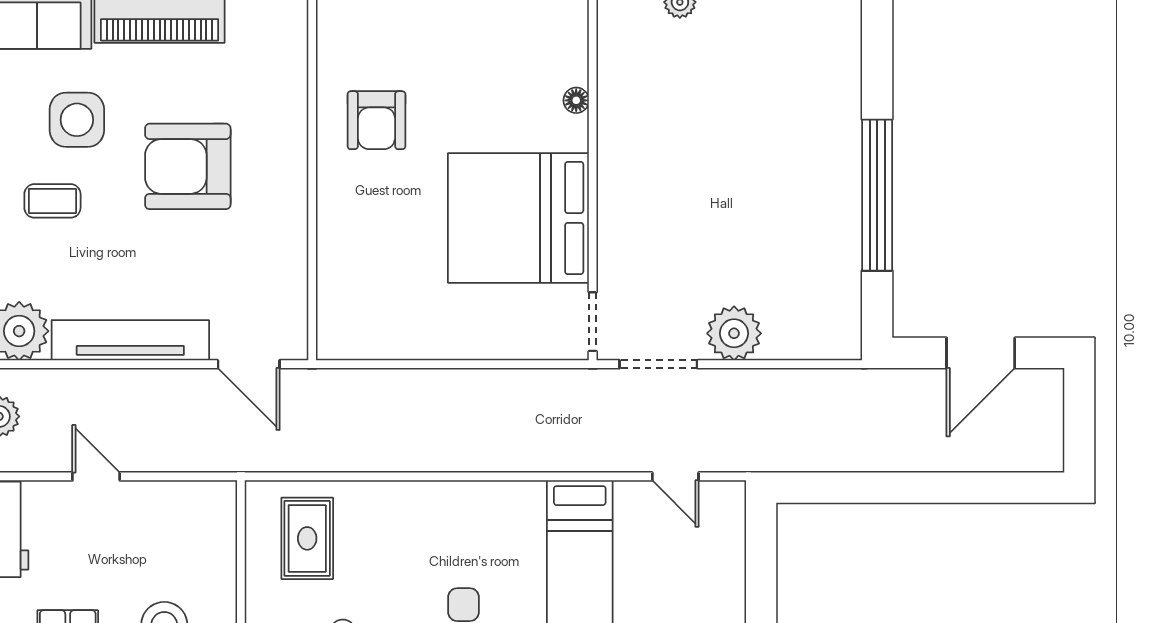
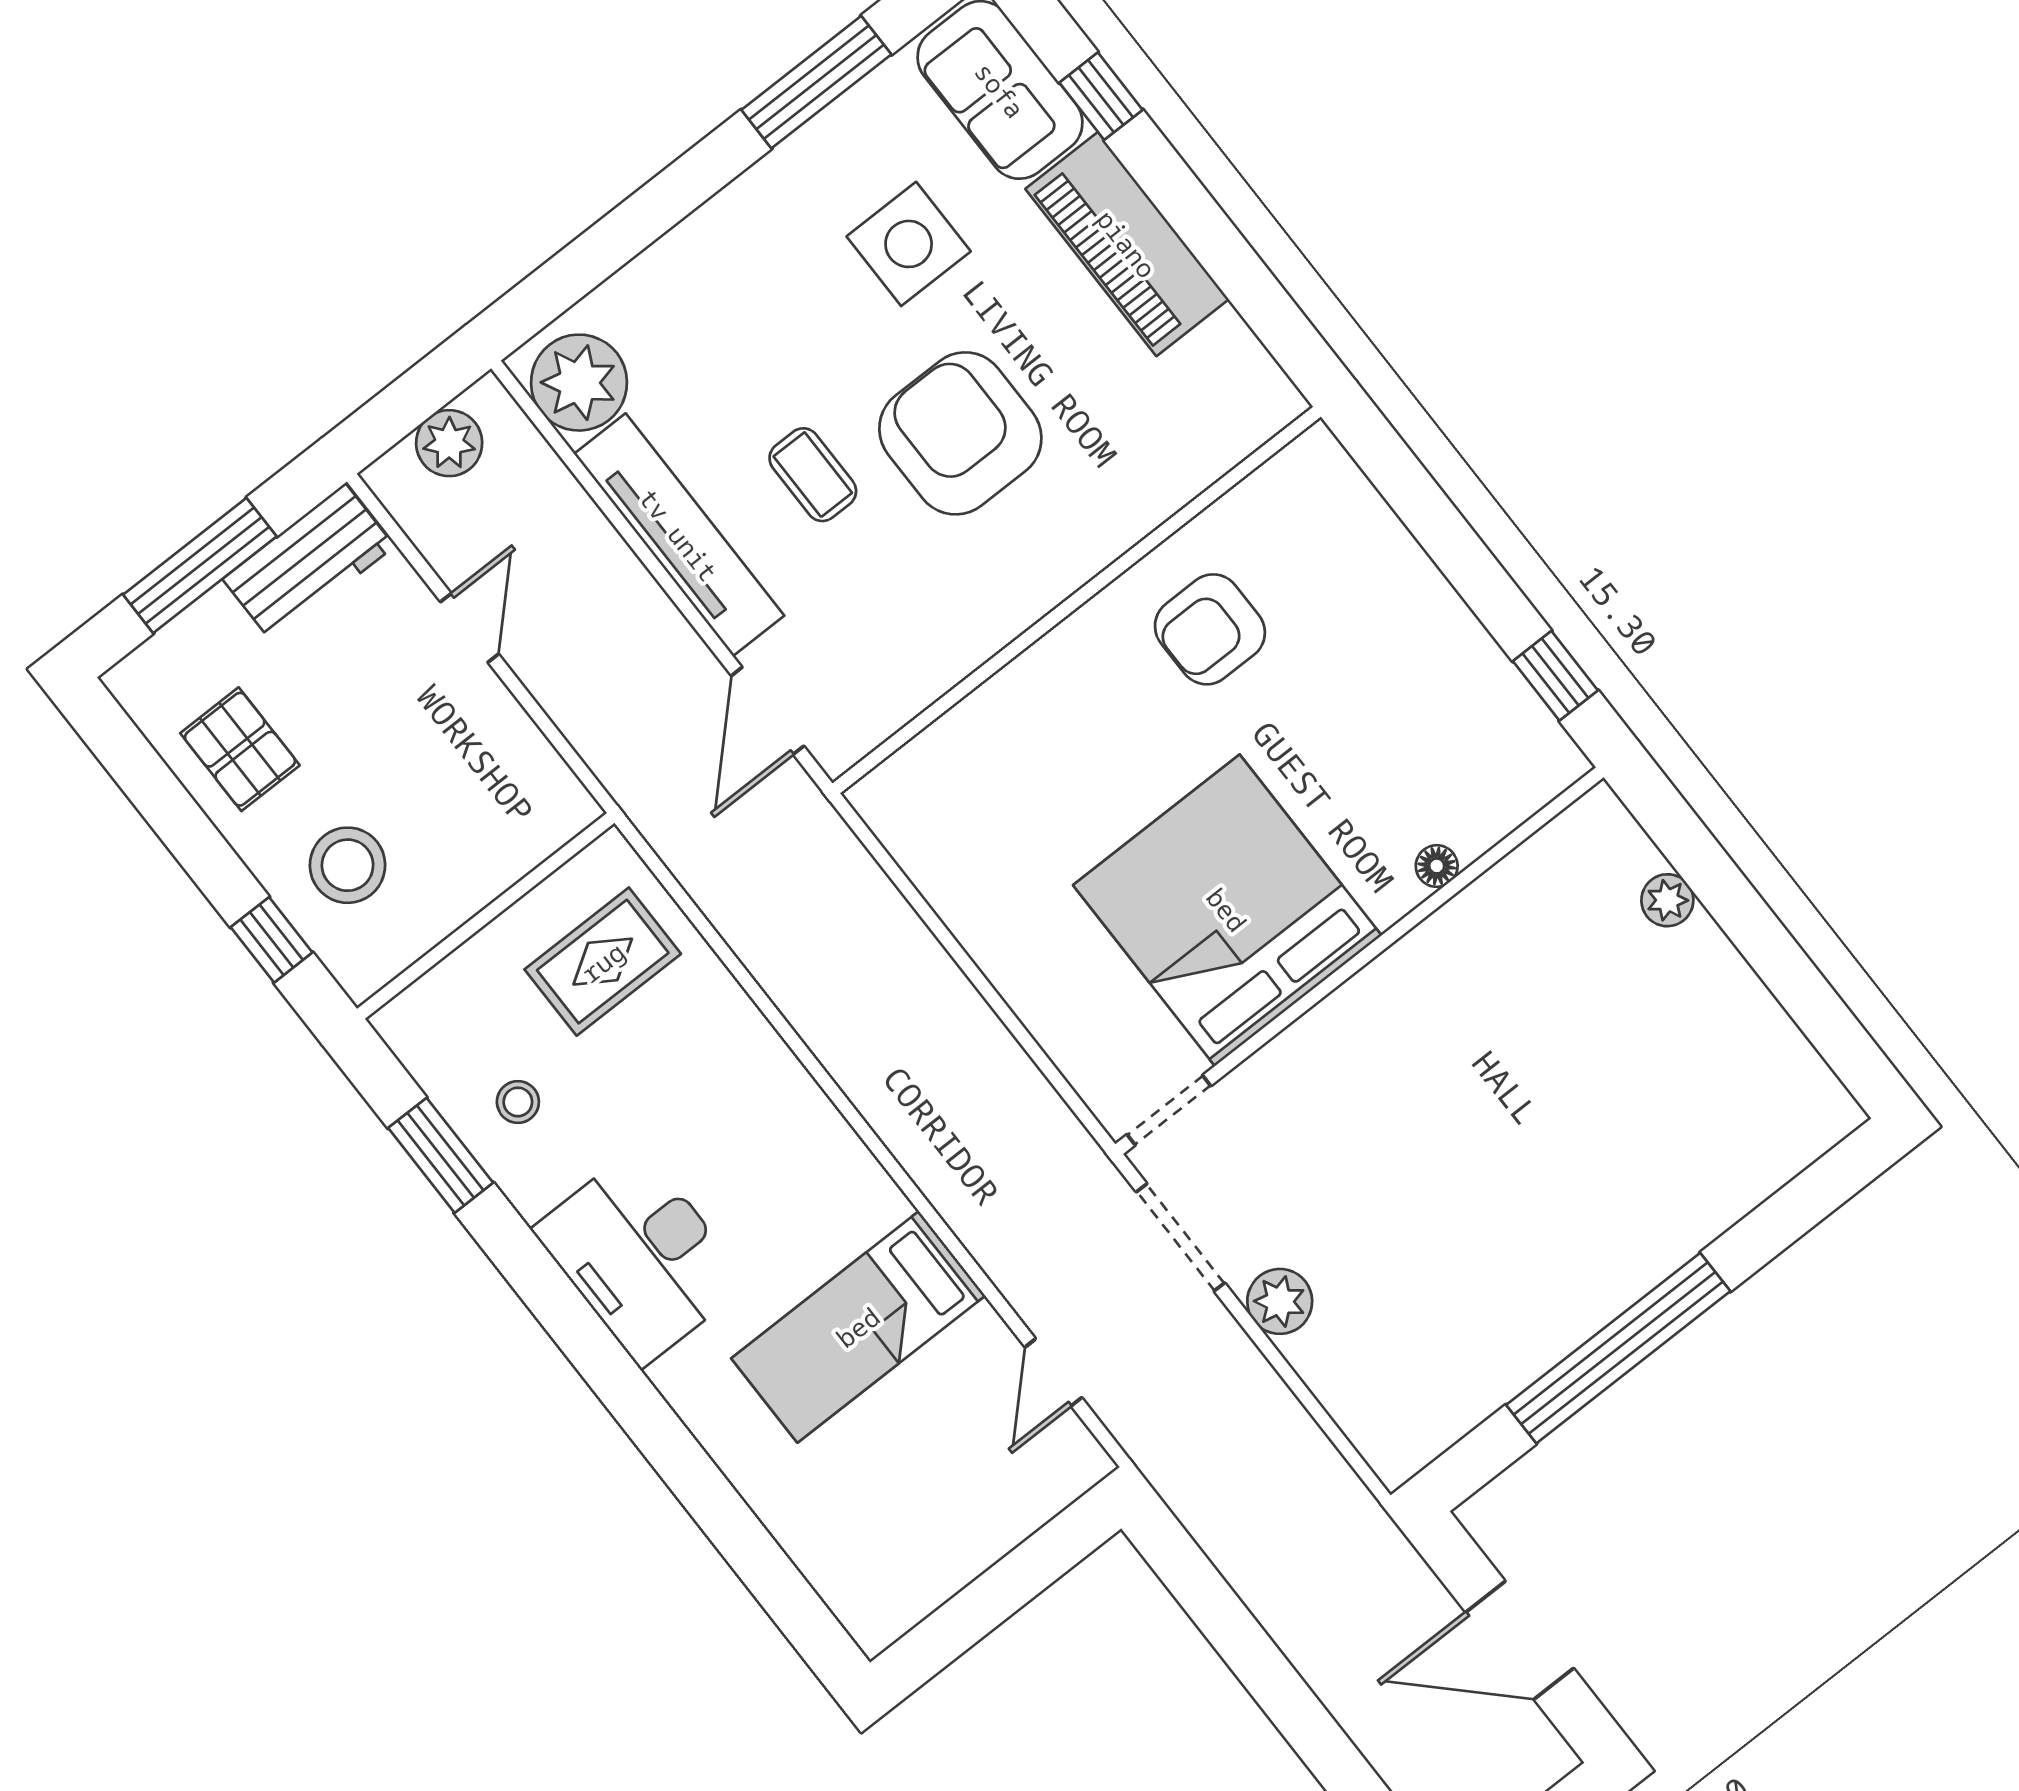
coffee table: (52, 201) -> (813, 475), moved
plant: (734, 333) -> (1280, 1301), width x0.73, depth x0.73

